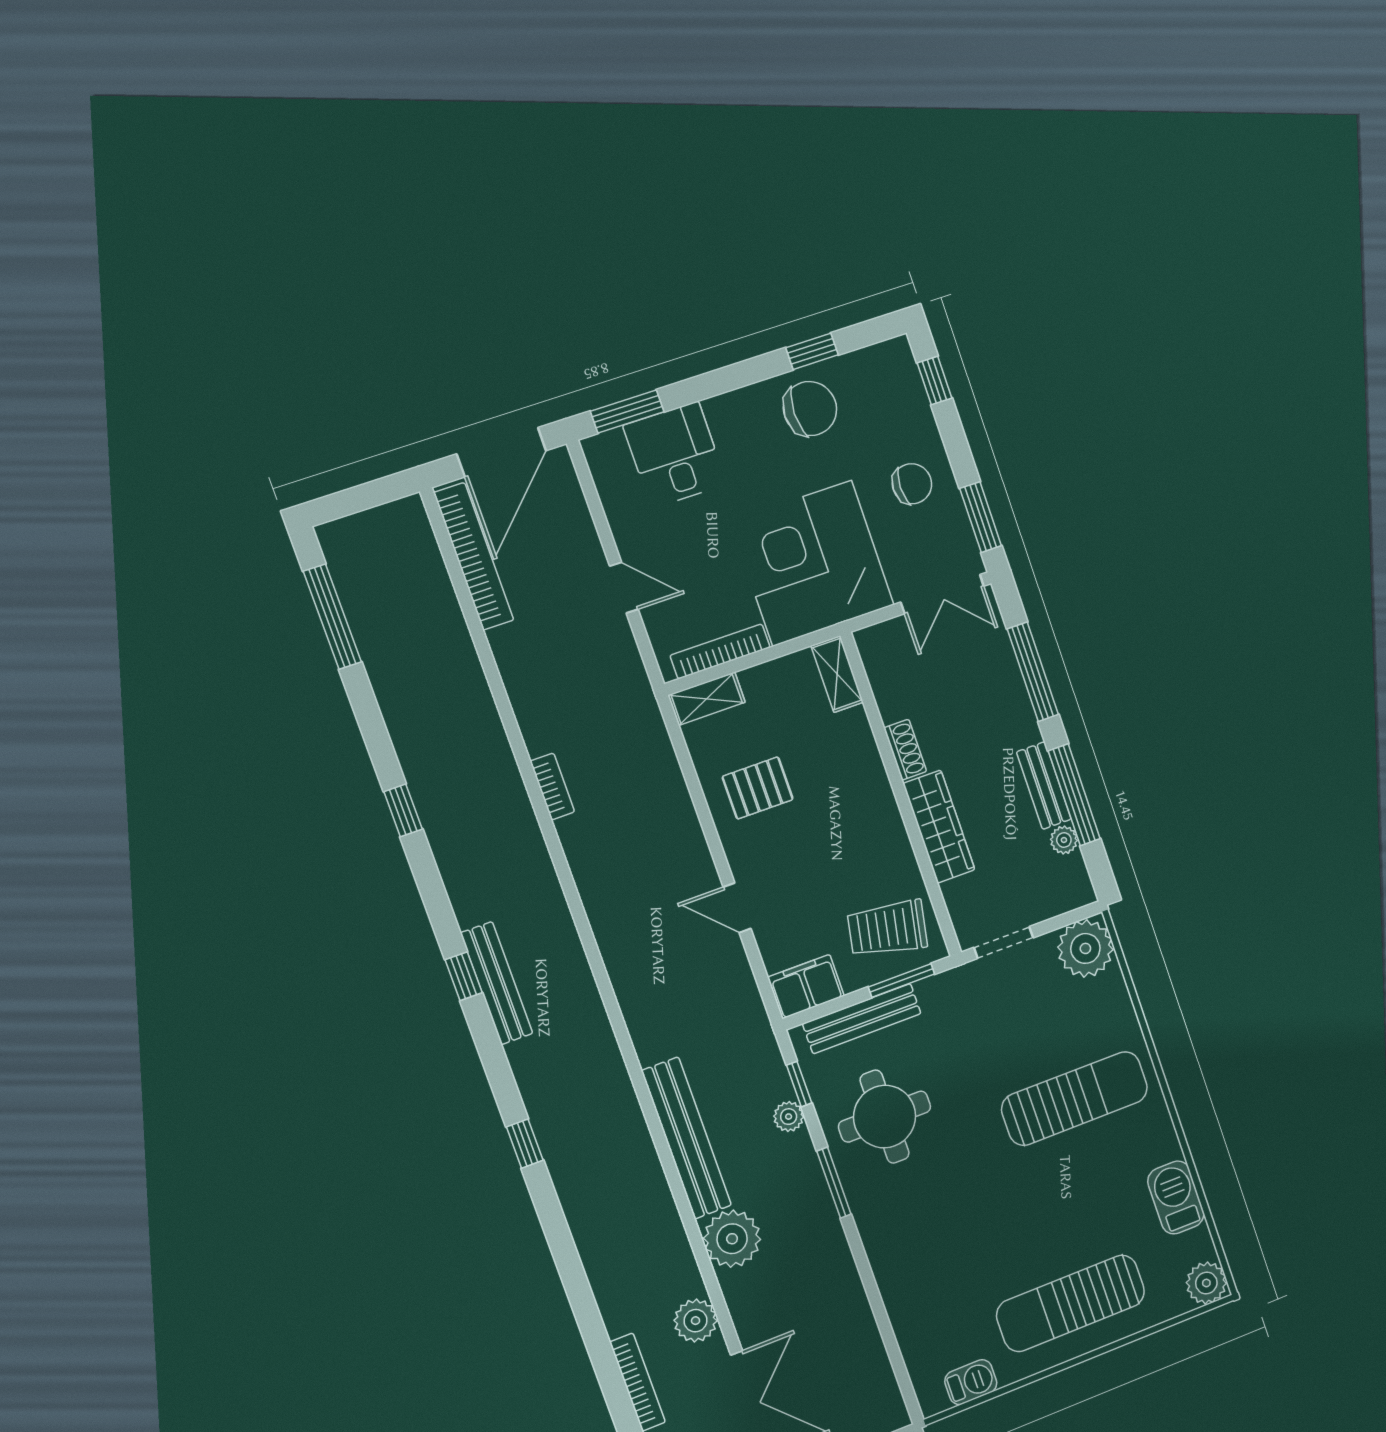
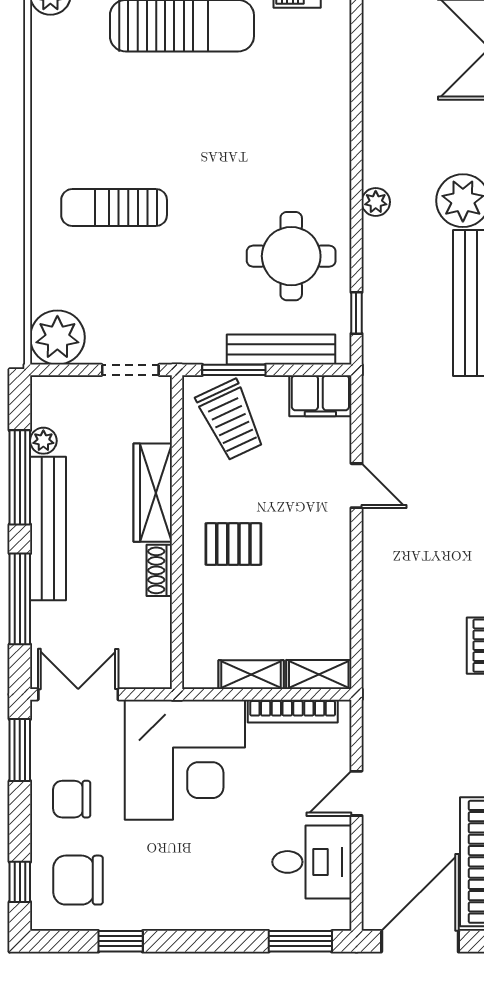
chair: (810, 409) -> (78, 880), moved
desk: (675, 455) -> (312, 862), moved, turned -90
door: (624, 588) -> (356, 793), hinge flipped
shelving: (837, 674) -> (251, 675), moved, turned 90
bench: (1044, 786) -> (48, 529), width x1.86, depth x1.21
pallet: (758, 788) -> (233, 544), moved
trolley: (887, 929) -> (230, 420), turned 54
sun lounger: (1075, 1098) -> (114, 208), width x0.73, depth x0.75
plant: (789, 1117) -> (376, 202), moved
window: (834, 1183) -> (356, 215), removed
barbecue: (1176, 1197) -> (52, 83), removed

